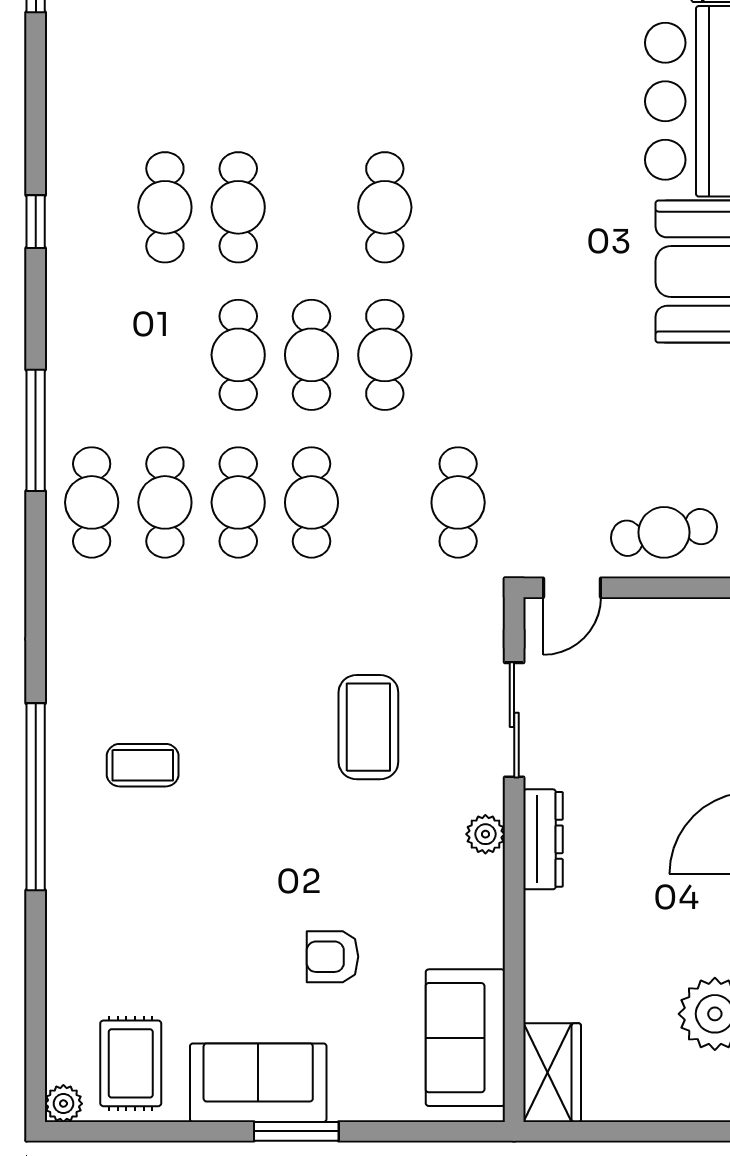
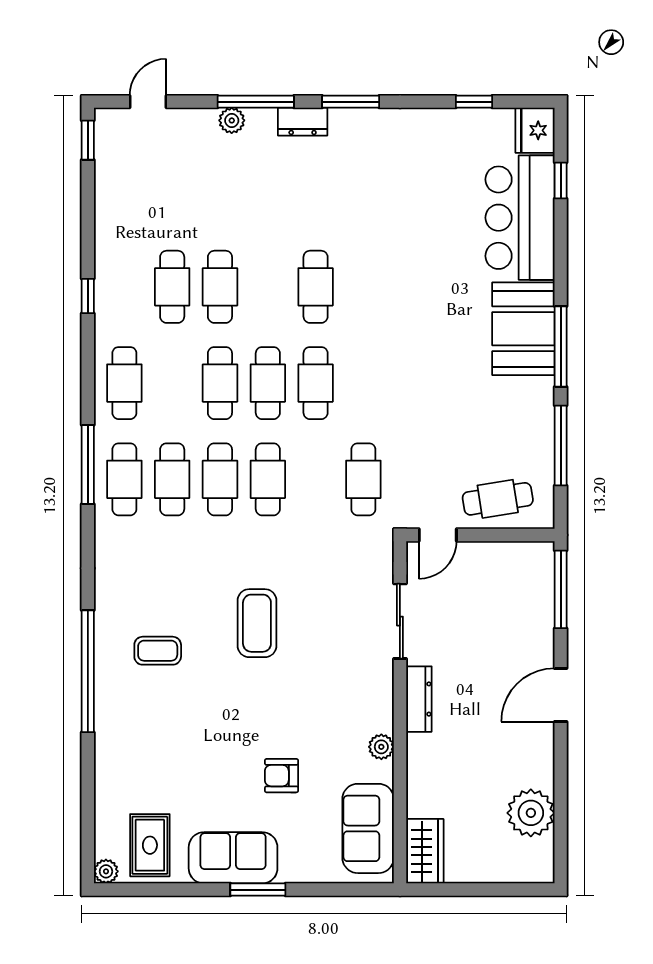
cafe table: (92, 355) -> (124, 383), added
window: (36, 430) -> (88, 465), moved
coffee table: (368, 727) -> (257, 623), moved
plant: (485, 834) -> (381, 747), moved

